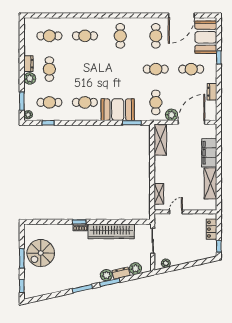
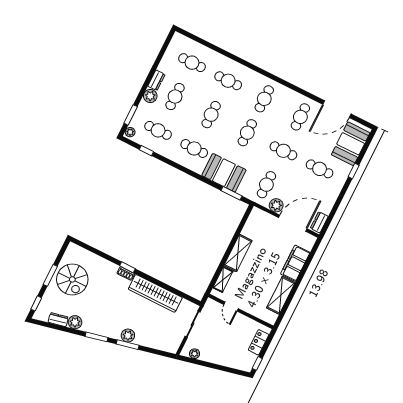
cafe table: (85, 69) -> (211, 115), added
cafe table: (120, 69) -> (247, 133), added
dresser: (212, 92) -> (319, 222), moved
shelving: (160, 140) -> (238, 253), moved
door: (176, 212) -> (231, 307), swing flipped
spiral stairs: (41, 253) -> (72, 279), turned -90
plant: (135, 269) -> (75, 322), moved
dresser: (121, 273) -> (58, 320), moved

